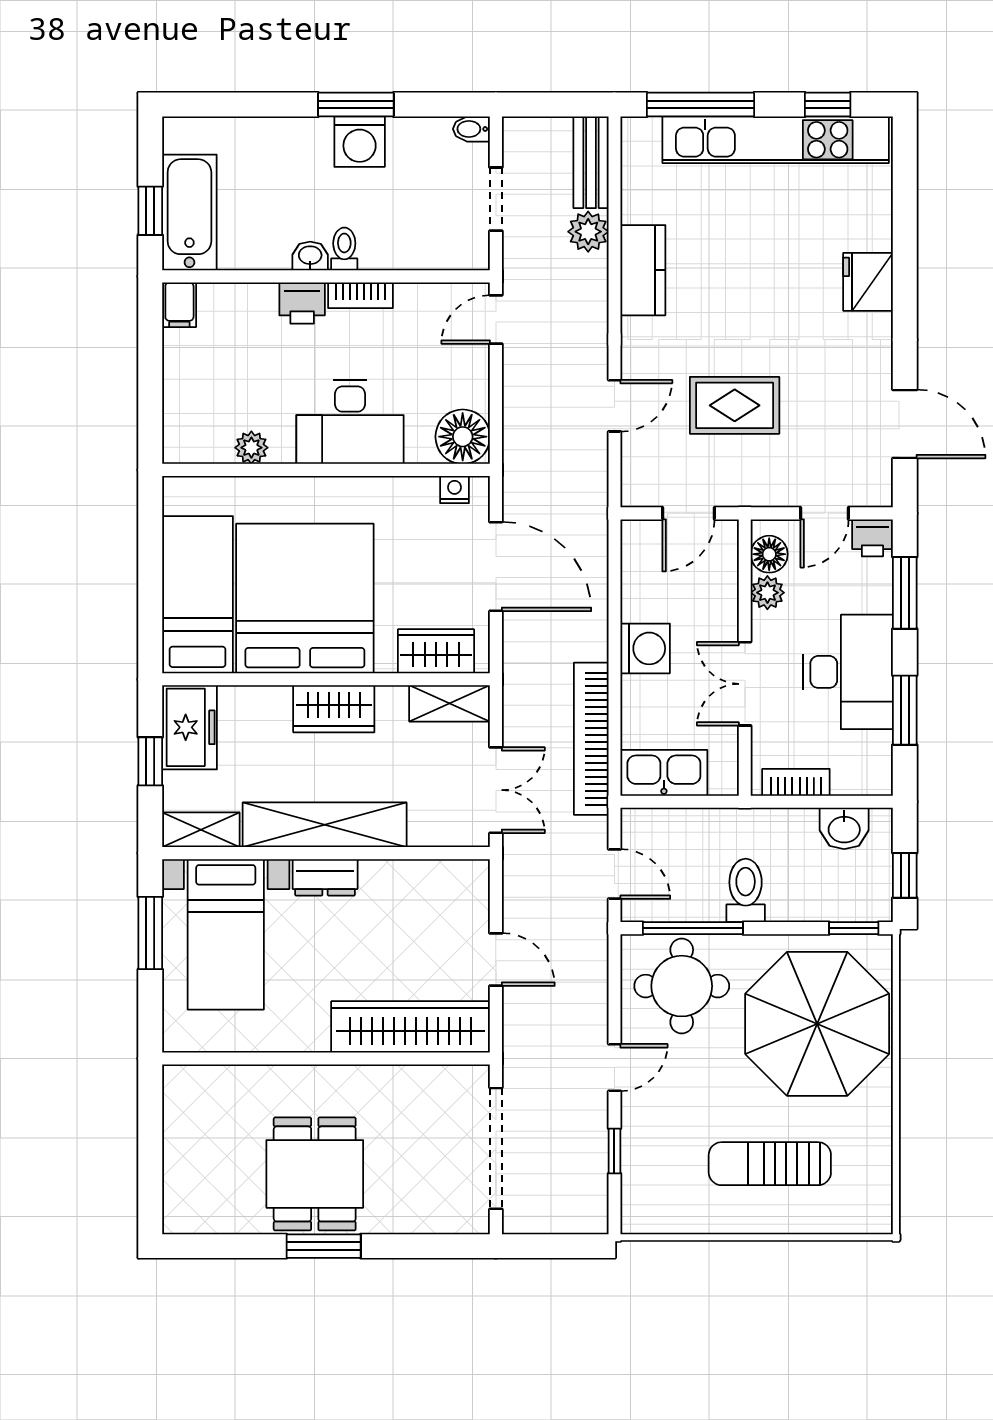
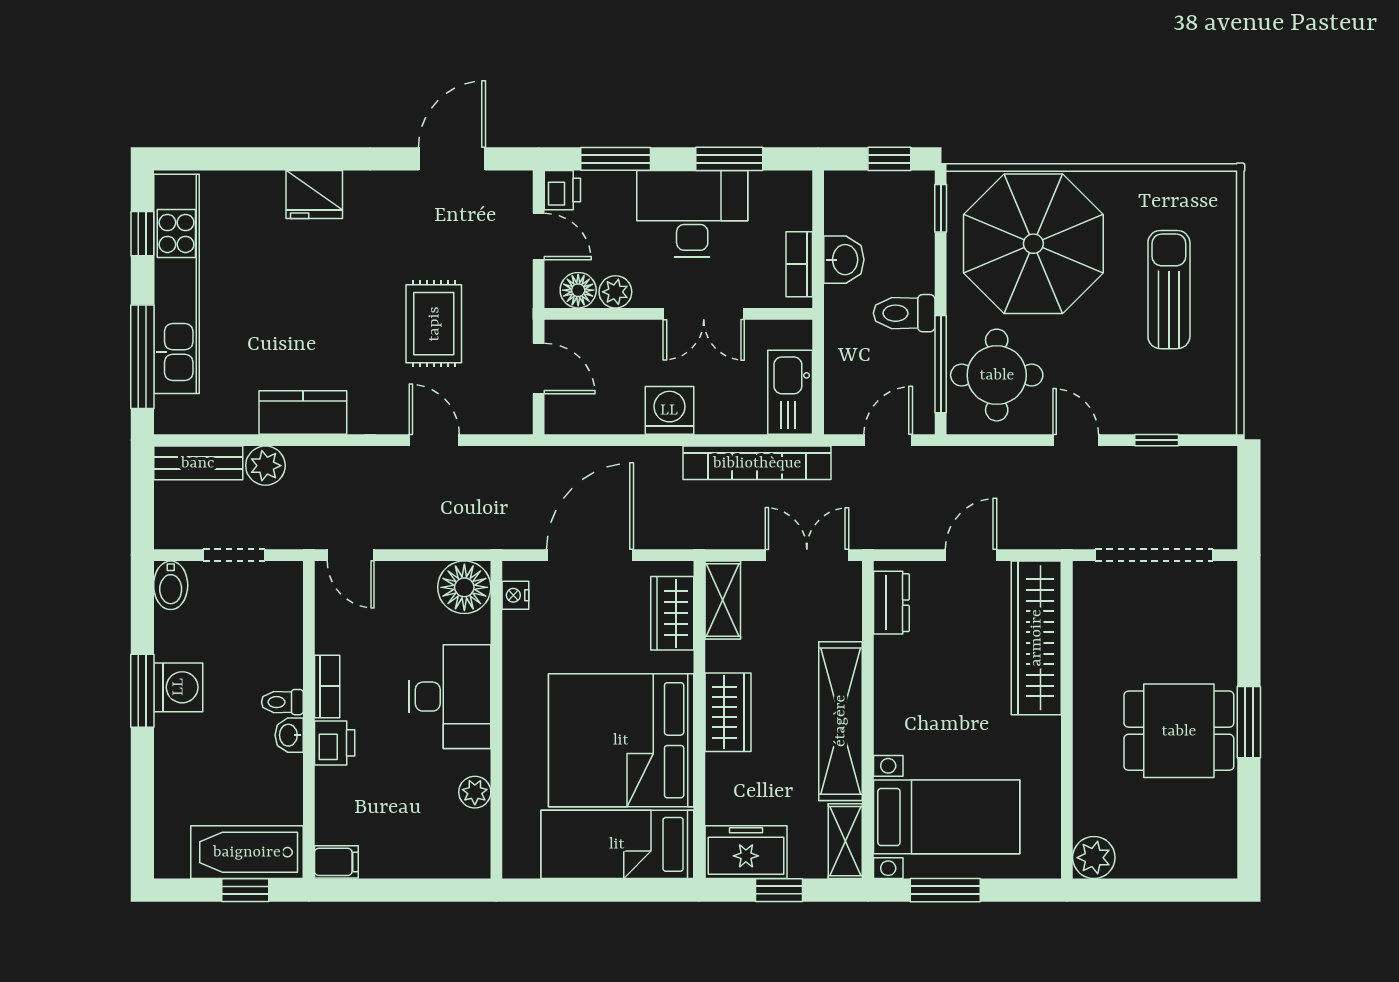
bidet: (471, 129) -> (171, 585), width x1.38, depth x1.36
washbasin: (844, 828) -> (844, 260), moved
dresser: (325, 877) -> (891, 603), moved
plant: (184, 1086) -> (1094, 858), added
sun lounger: (770, 1164) -> (1169, 290), turned 180

